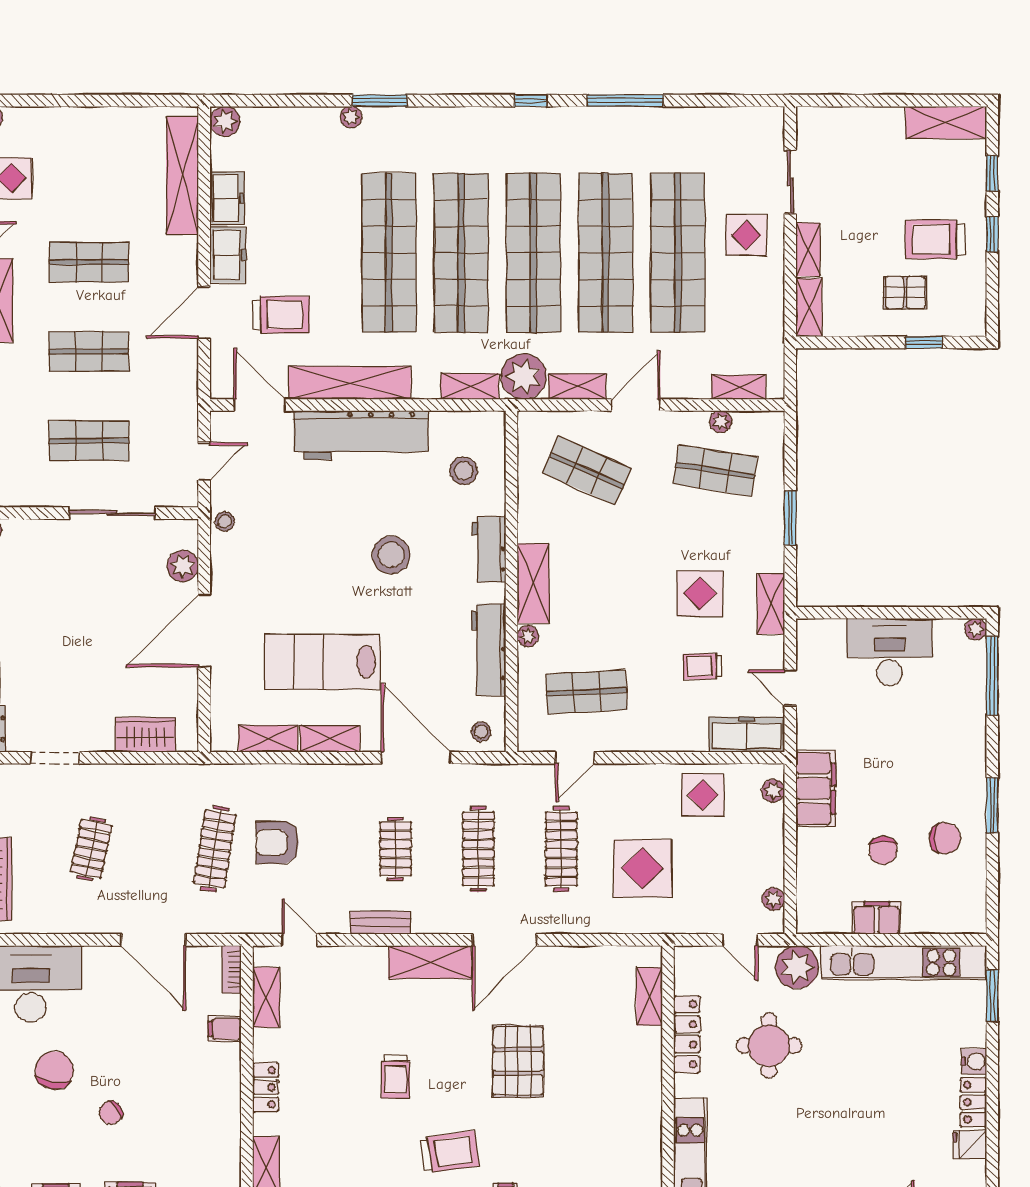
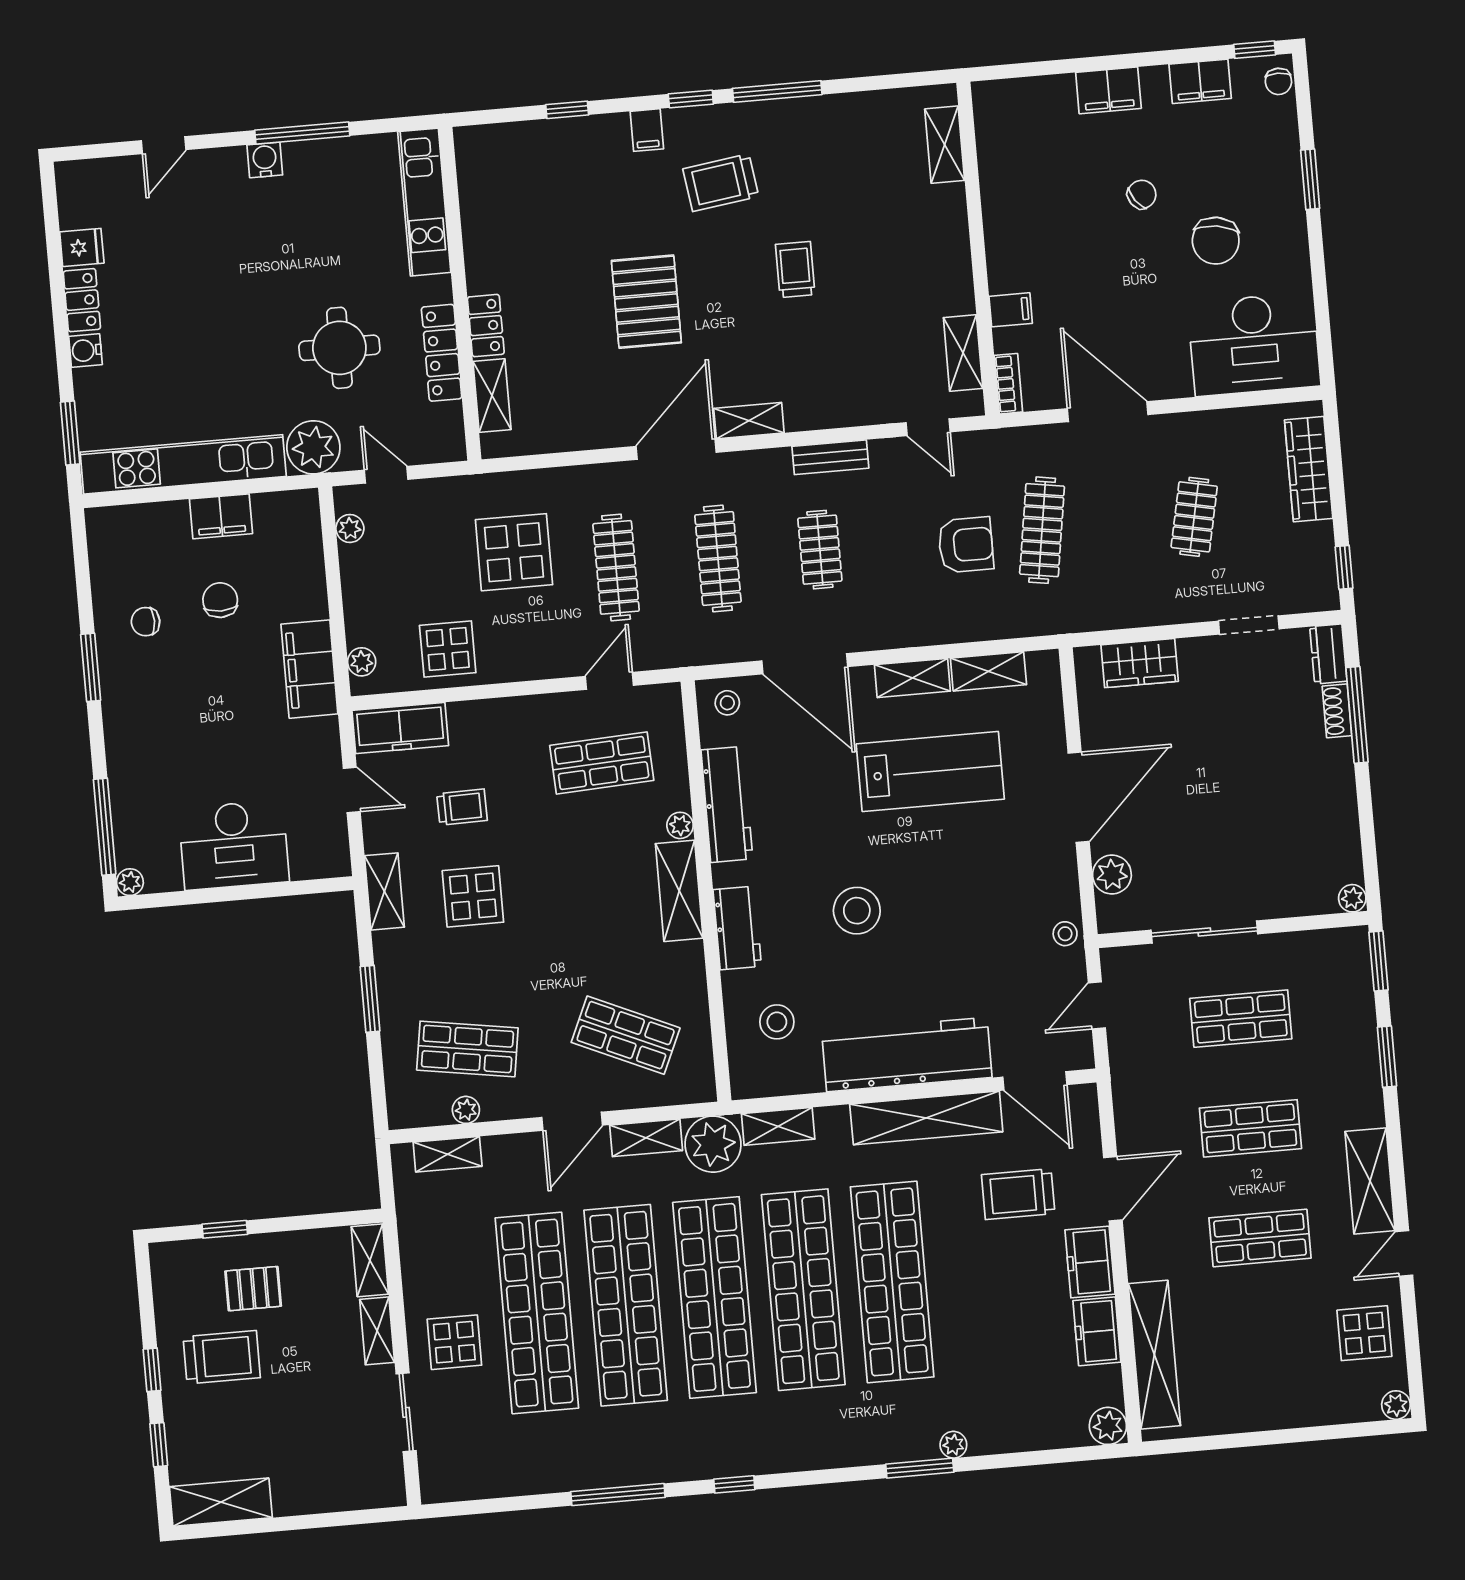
chair: (945, 838) -> (146, 622), width x0.73, depth x0.73
shelving: (430, 962) -> (749, 421), width x0.67, depth x0.75
locker: (266, 1087) -> (486, 326), moved, turned 180

